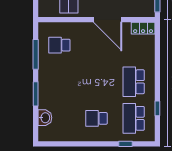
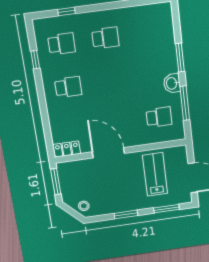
school desk: (134, 82) -> (68, 87), width x0.54
washbasin: (45, 118) -> (172, 83), moved
school desk: (134, 118) -> (61, 44), width x0.54

